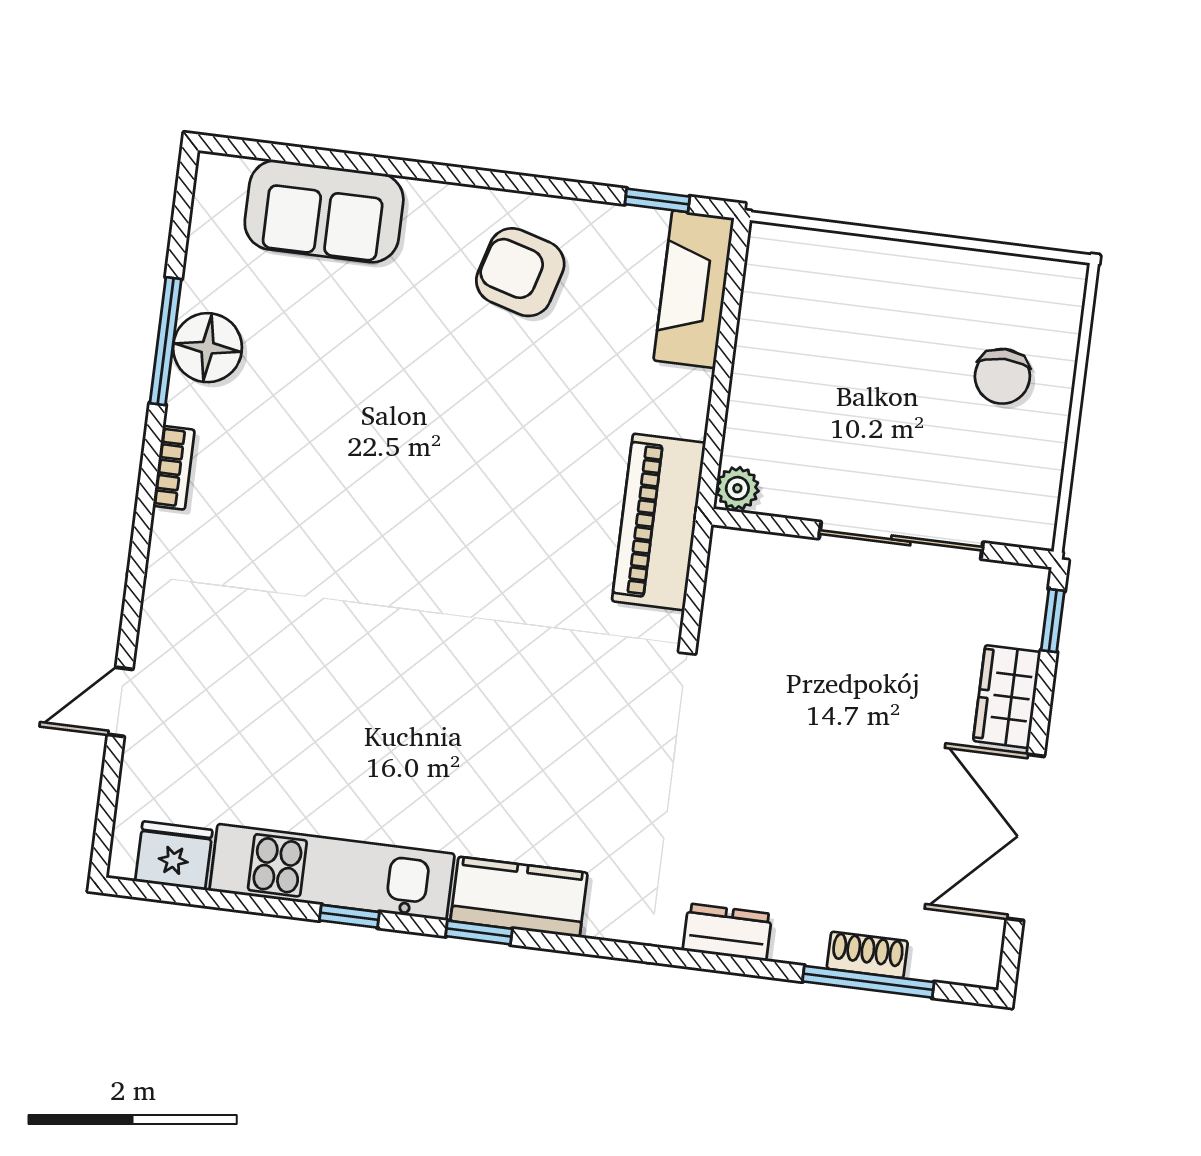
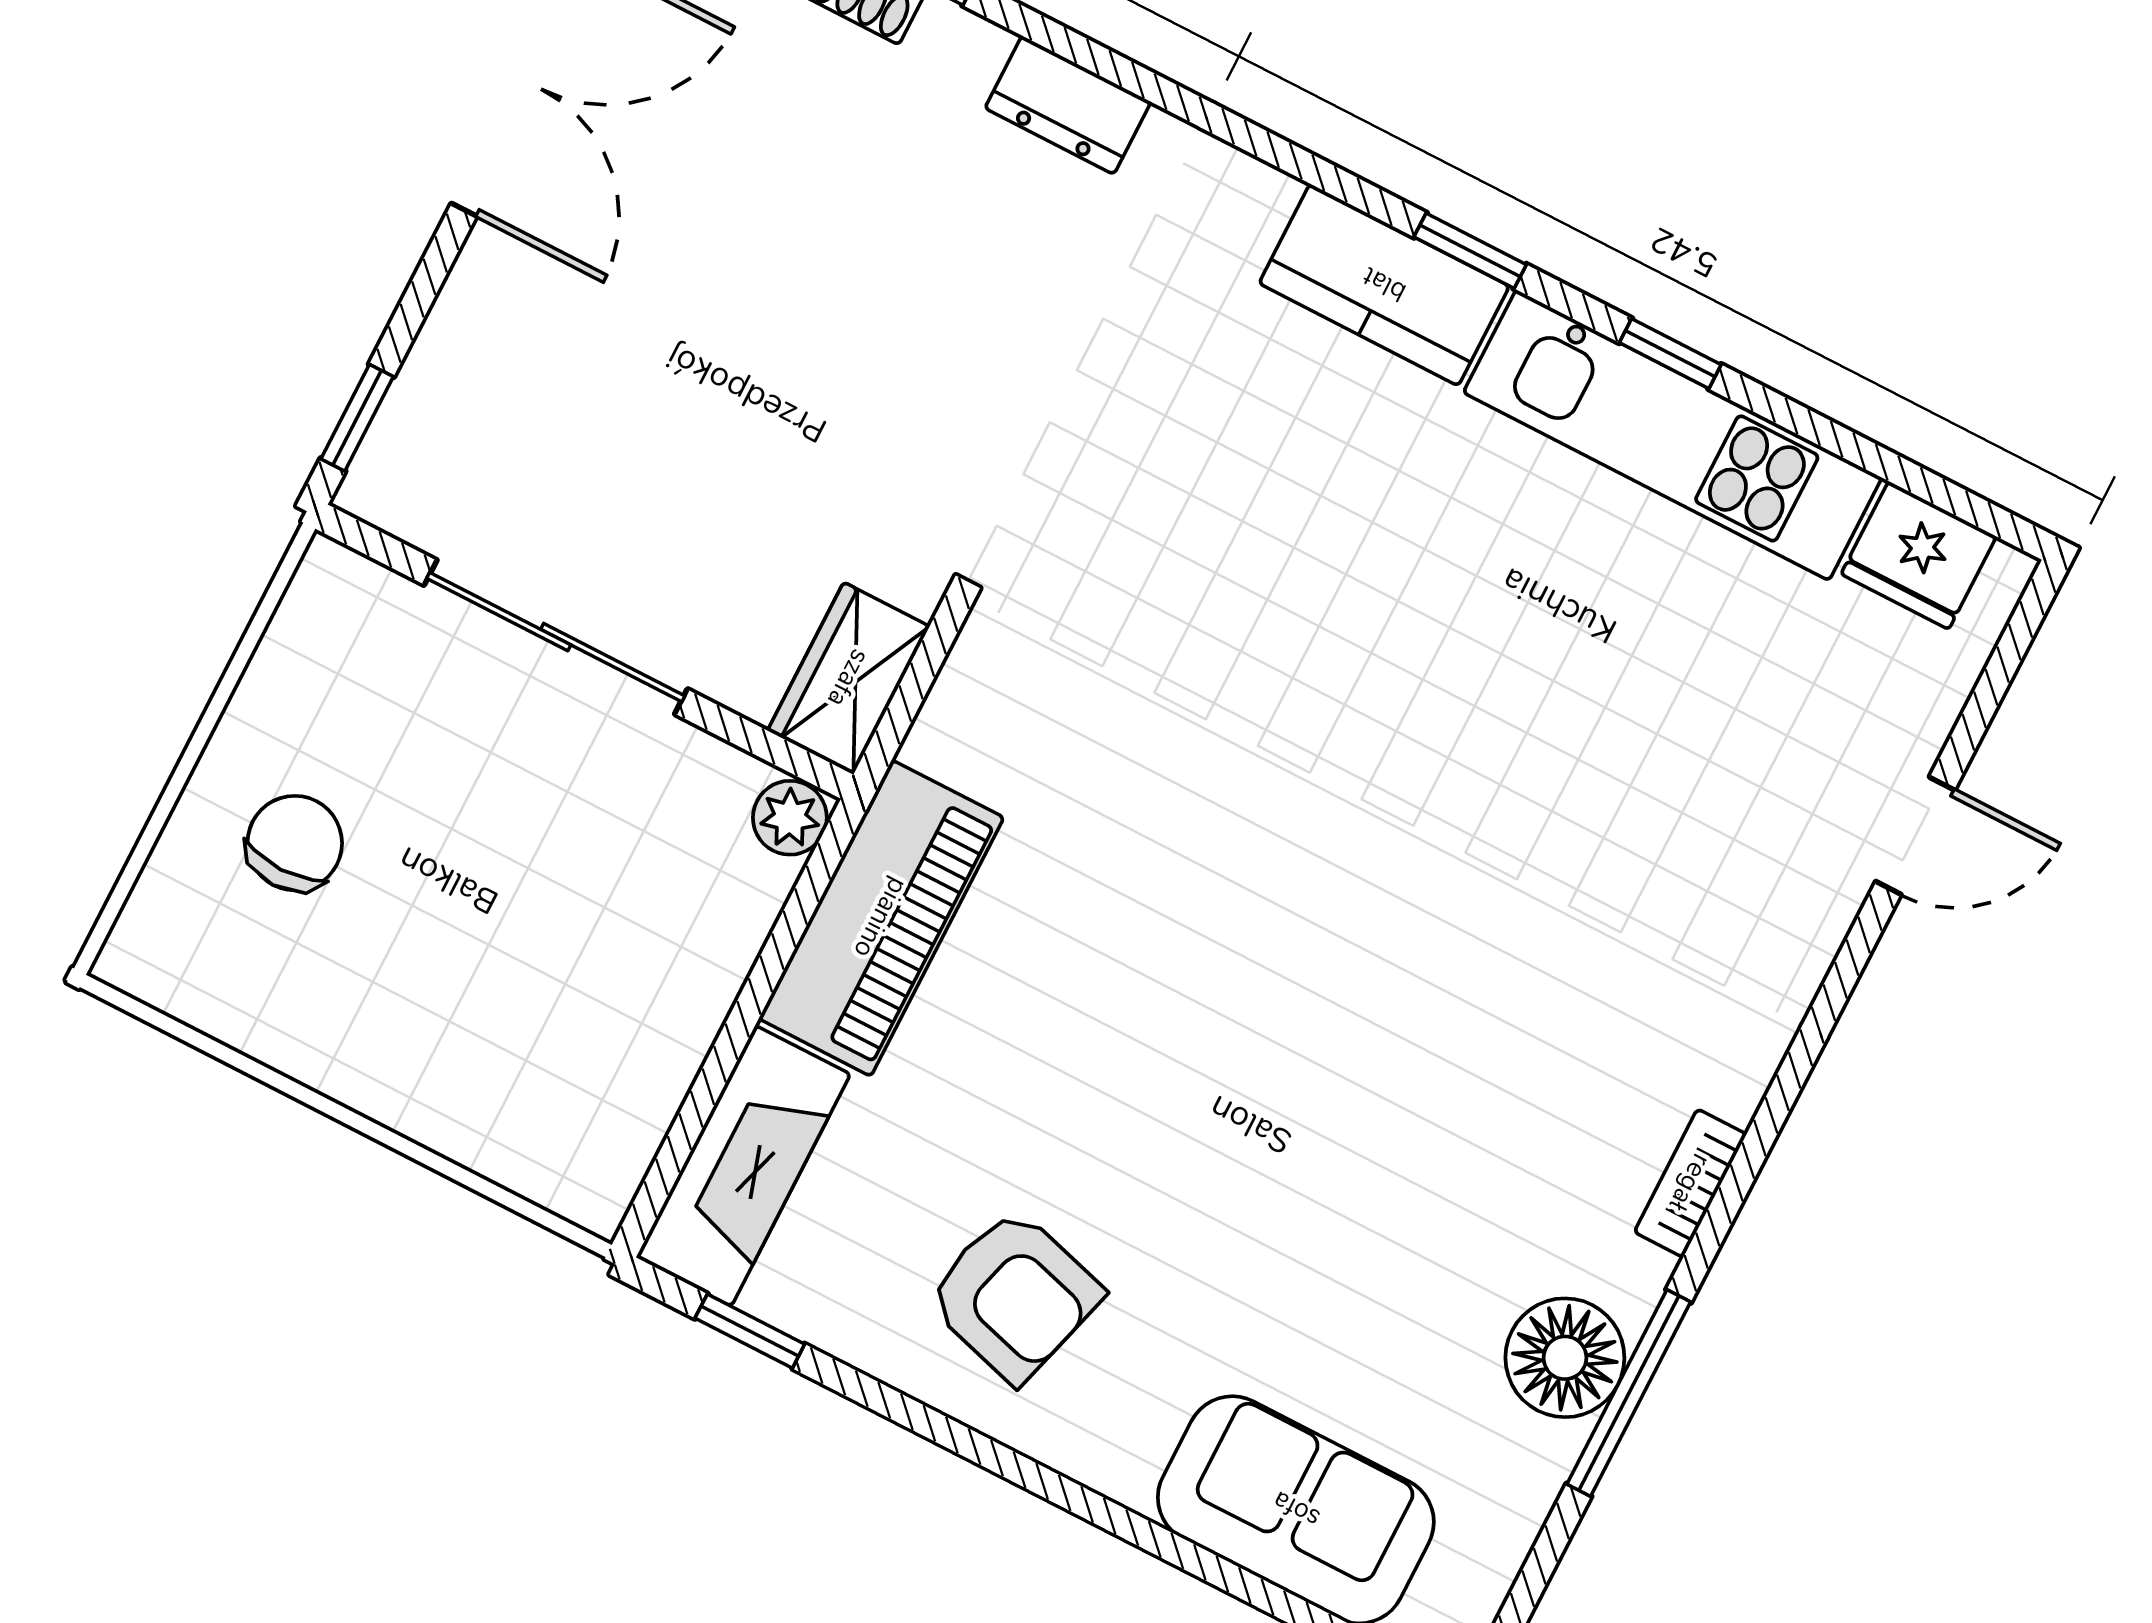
piano: (659, 522) -> (881, 918), moved
wardrobe: (1007, 697) -> (849, 678), moved, turned 180

